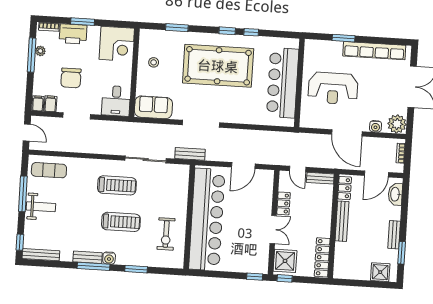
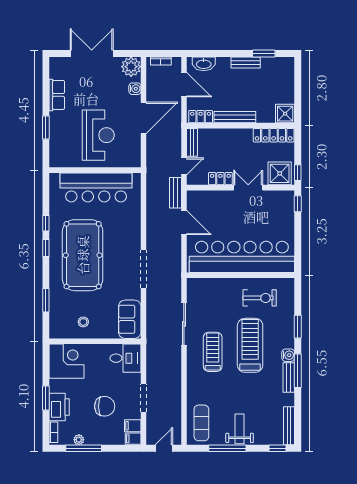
row of seats: (374, 51) -> (57, 95), width x0.50
bench: (190, 154) -> (175, 193), moved
treadmill: (121, 222) -> (250, 345), width x1.37, depth x1.38
shower: (380, 272) -> (285, 114), moved

